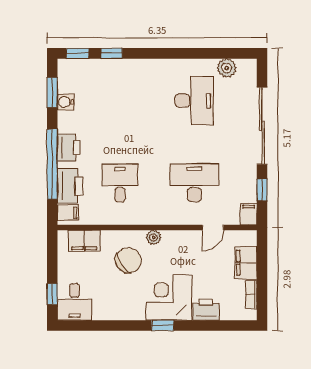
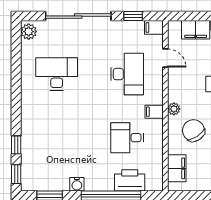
plant: (227, 68) -> (29, 32), moved
water cooler: (66, 102) -> (77, 184), moved
printer: (69, 147) -> (97, 182), removed
desk: (194, 183) -> (127, 74), turned 180
filing cabinet: (68, 213) -> (154, 112), moved, turned -90

